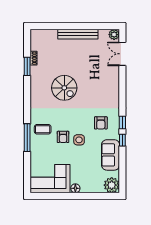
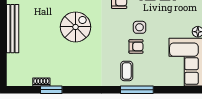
spiral stairs: (64, 88) -> (76, 27), moved

